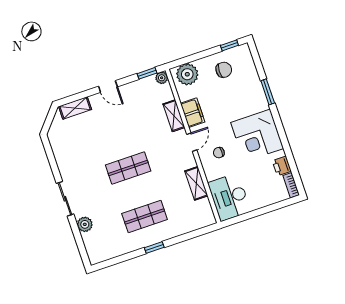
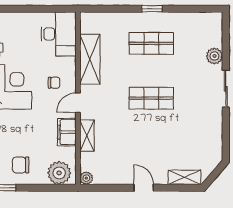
window: (147, 73) -> (100, 188), removed
shelving: (196, 183) -> (90, 59), width x1.50, depth x1.33

